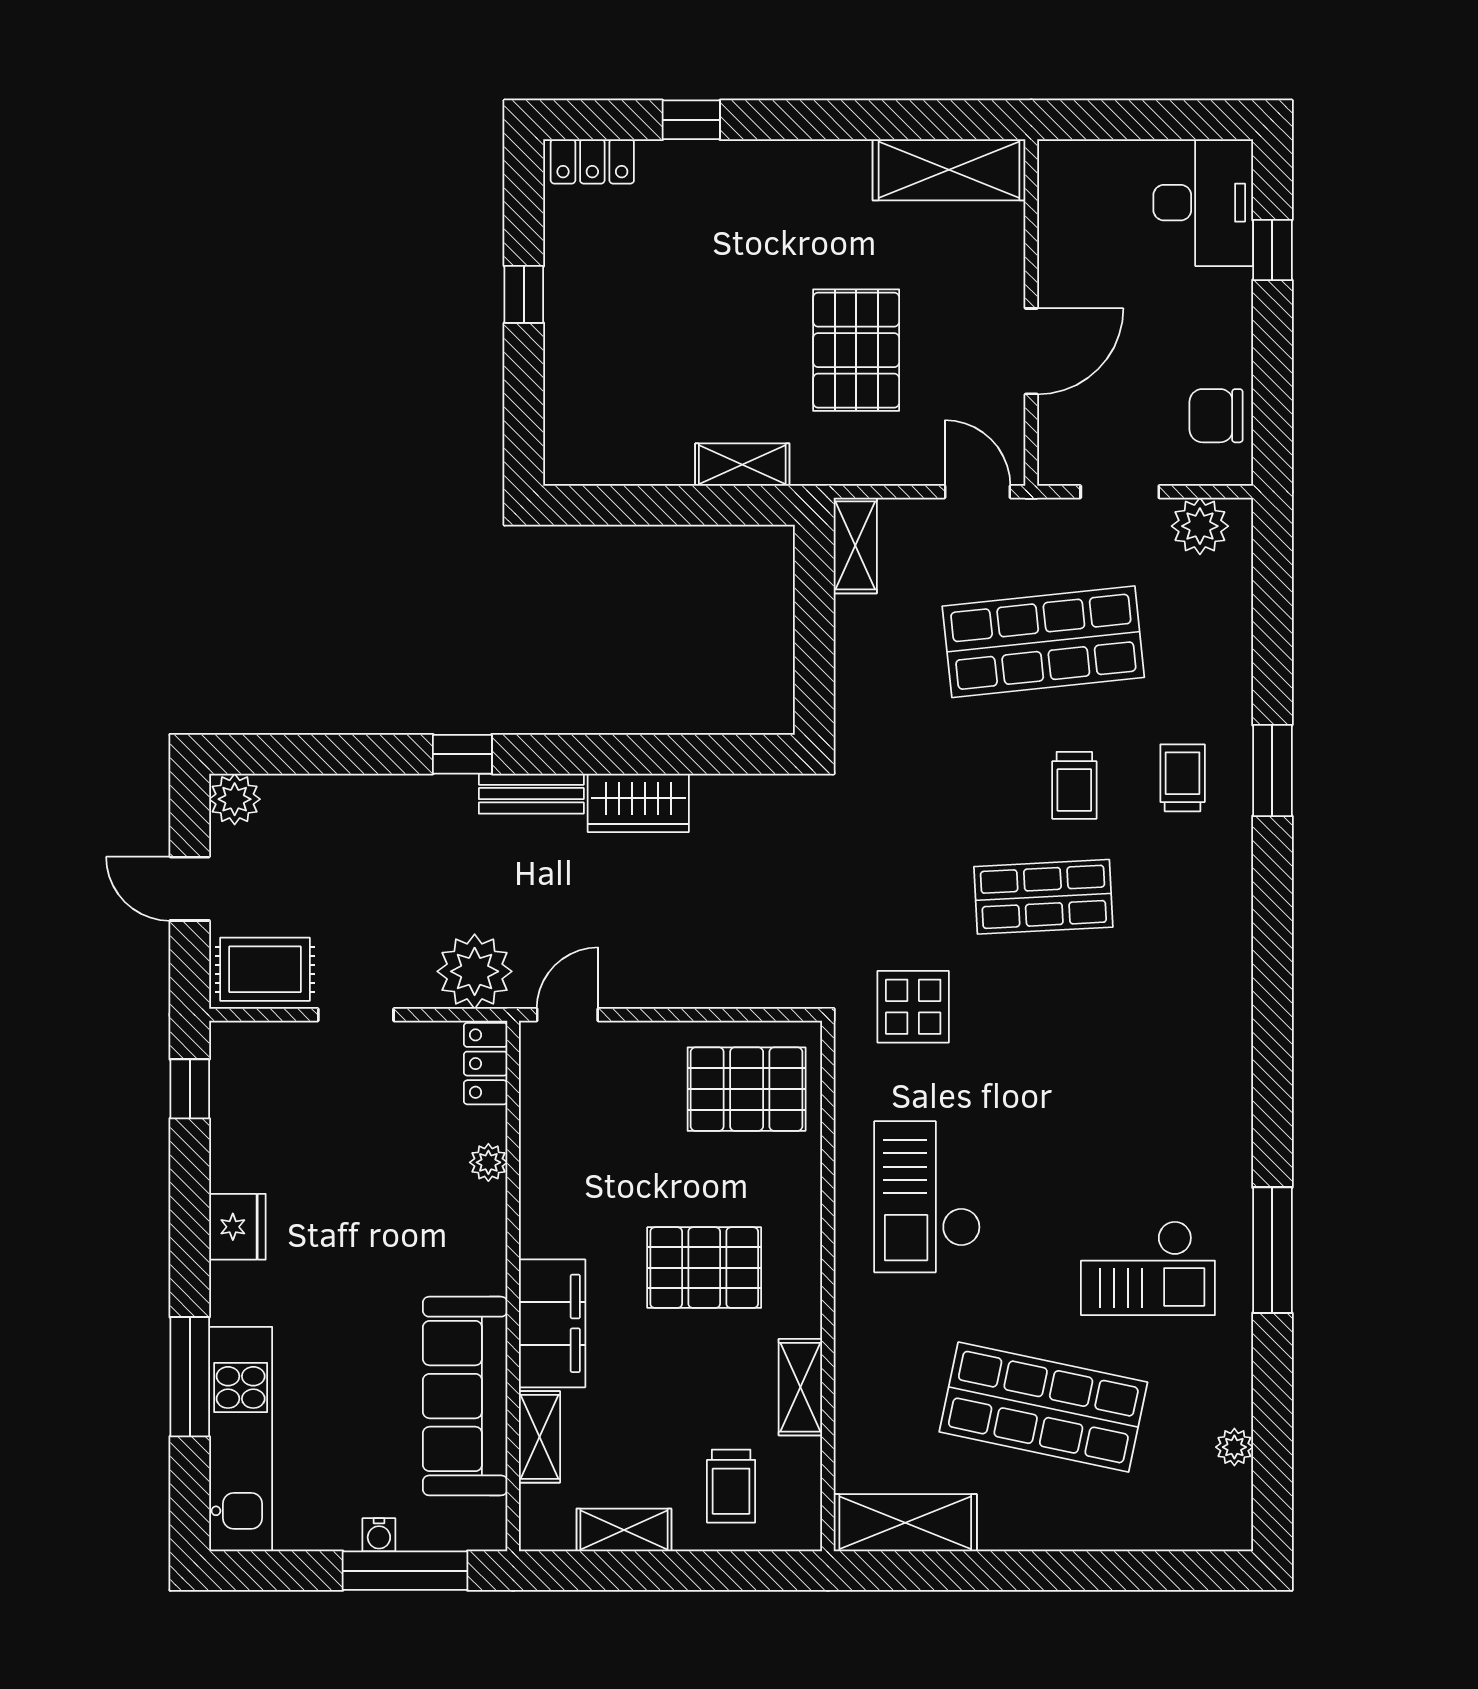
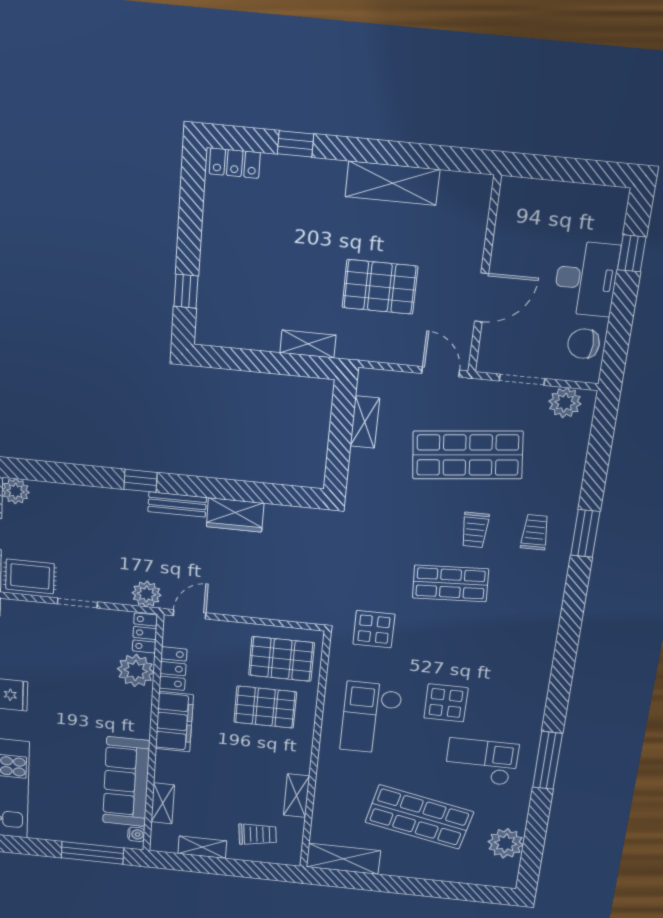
shelving: (949, 170) -> (392, 183), moved
desk: (1203, 203) -> (586, 279), moved
window: (524, 294) -> (186, 291), moved
pallet: (856, 350) -> (380, 287), turned 90
shelving: (855, 545) -> (365, 422), moved
plant: (475, 971) -> (146, 594), width x0.73, depth x0.73
locker: (543, 1134) -> (173, 669), added
display table: (1065, 1148) -> (446, 703), added
plant: (488, 1162) -> (136, 671), width x1.88, depth x1.88
pallet: (704, 1268) -> (265, 707), moved
checkout: (1148, 1268) -> (482, 762), turned 180
filing cabinet: (552, 1323) -> (174, 722), moved
plant: (1234, 1447) -> (506, 843), width x1.88, depth x1.88
trolley: (731, 1486) -> (258, 834), turned -96
water cooler: (379, 1535) -> (136, 834), moved, turned -90

